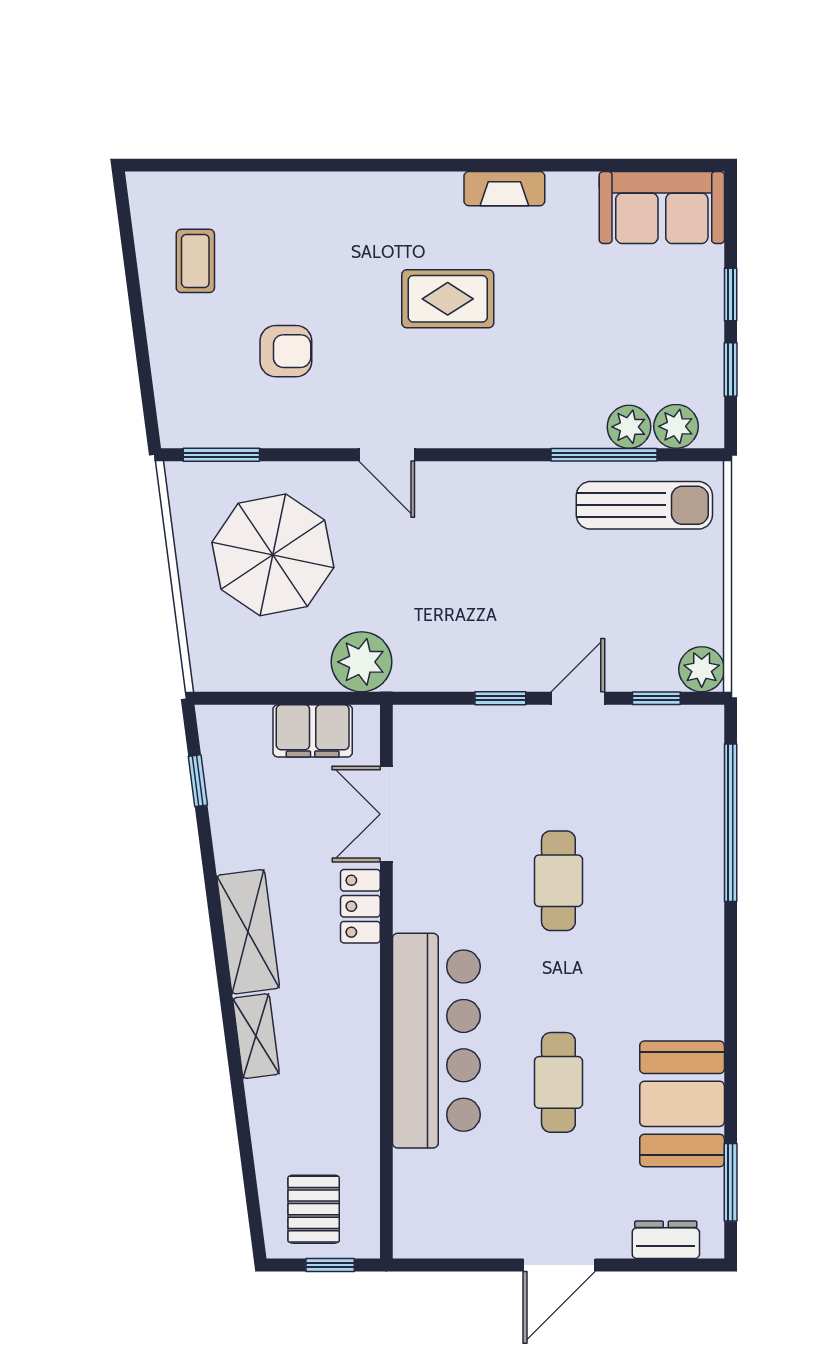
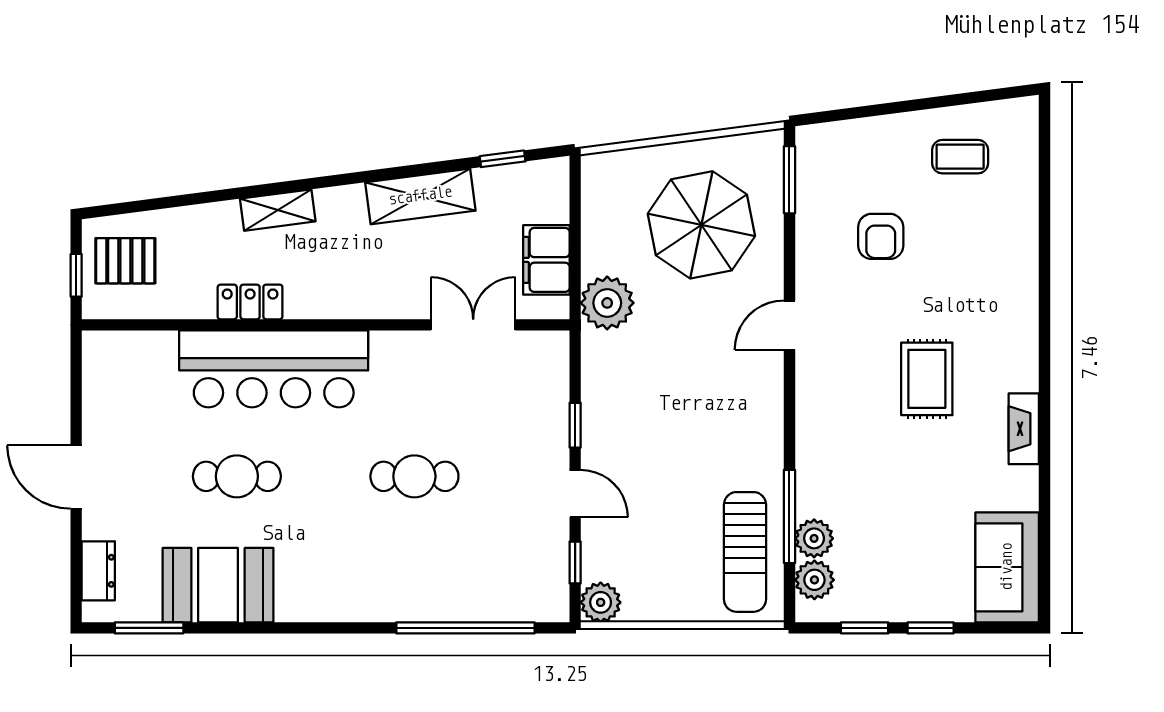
locker: (360, 906) -> (250, 302), moved
shelving: (248, 932) -> (420, 196), moved

